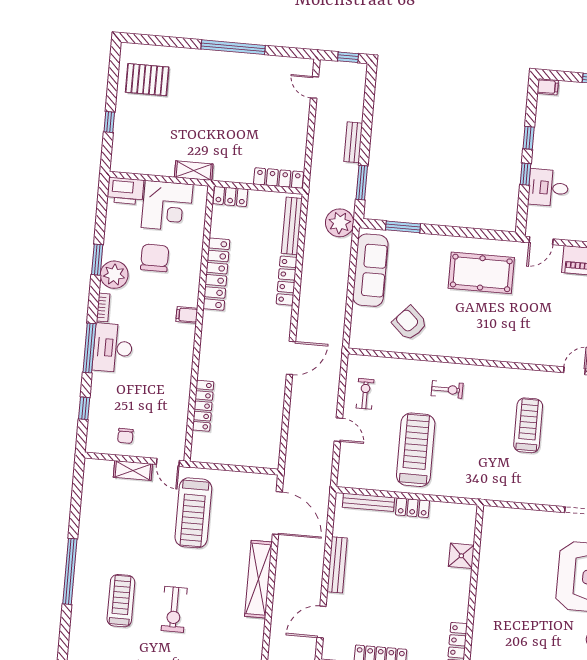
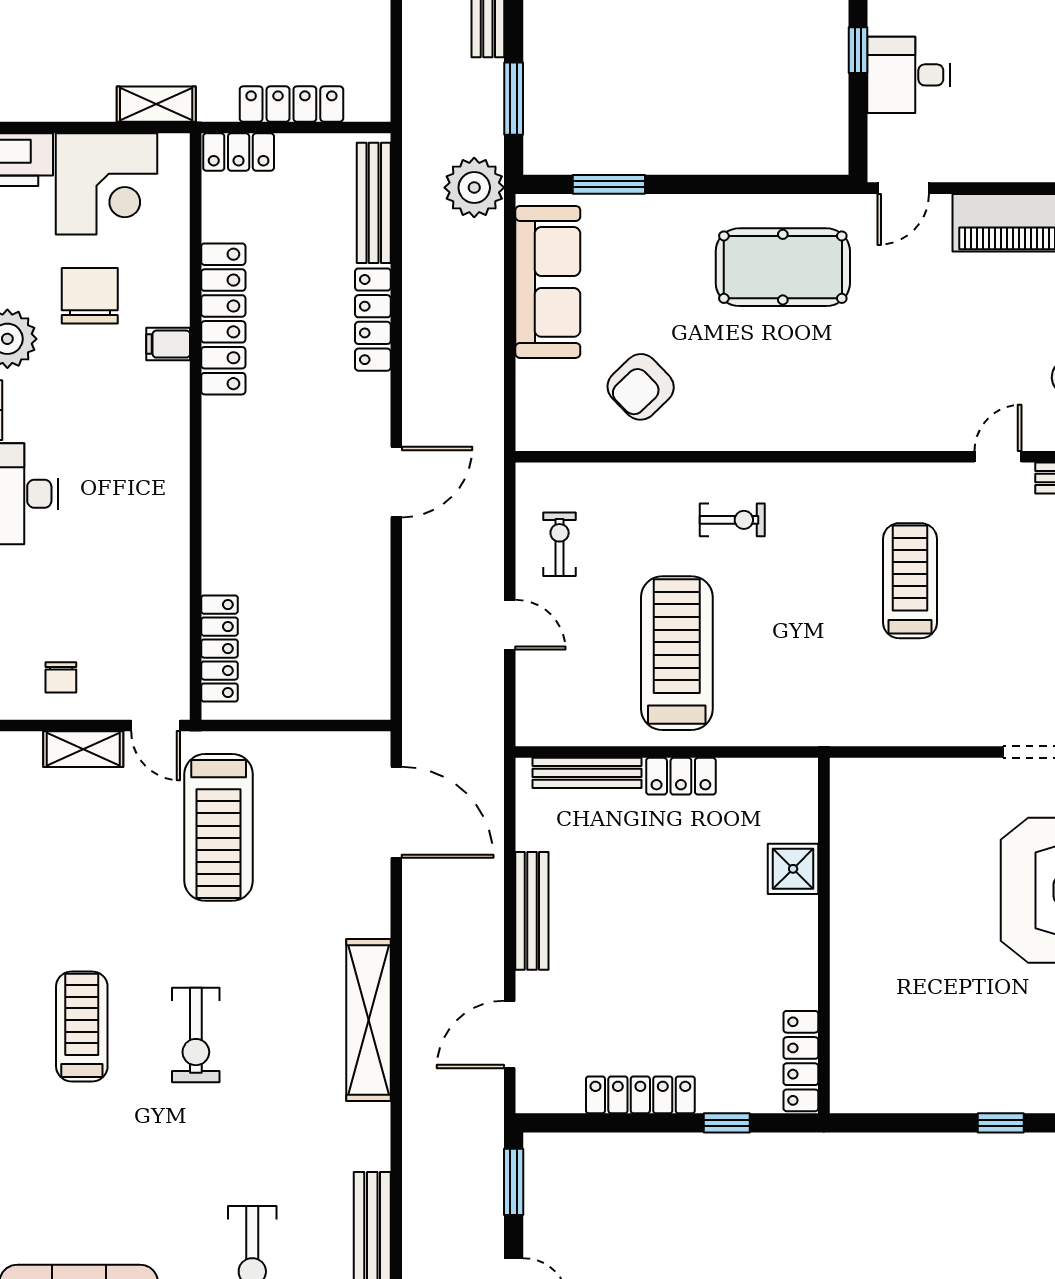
locker: (279, 178) -> (291, 104), moved
filing cabinet: (187, 315) -> (168, 344), moved
armchair: (410, 323) -> (641, 387), turned -87
locker: (203, 406) -> (220, 649), moved
shelving: (258, 579) -> (368, 1020), moved

